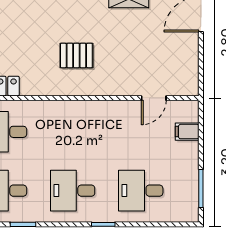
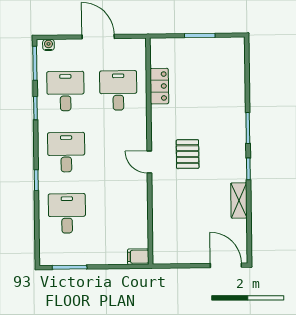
door: (154, 98) -> (149, 162), moved
filing cabinet: (187, 132) -> (138, 257), moved, turned -90

